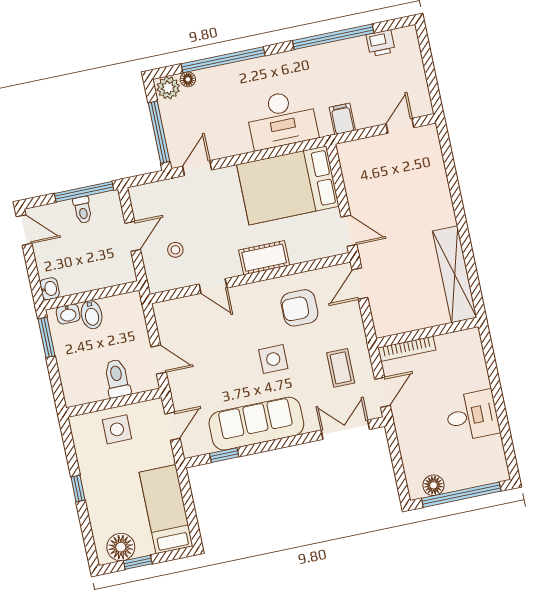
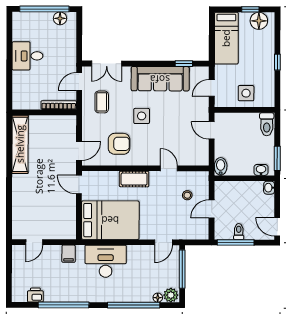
bidet: (92, 315) -> (221, 166), moved
toilet: (117, 378) -> (267, 124), moved

